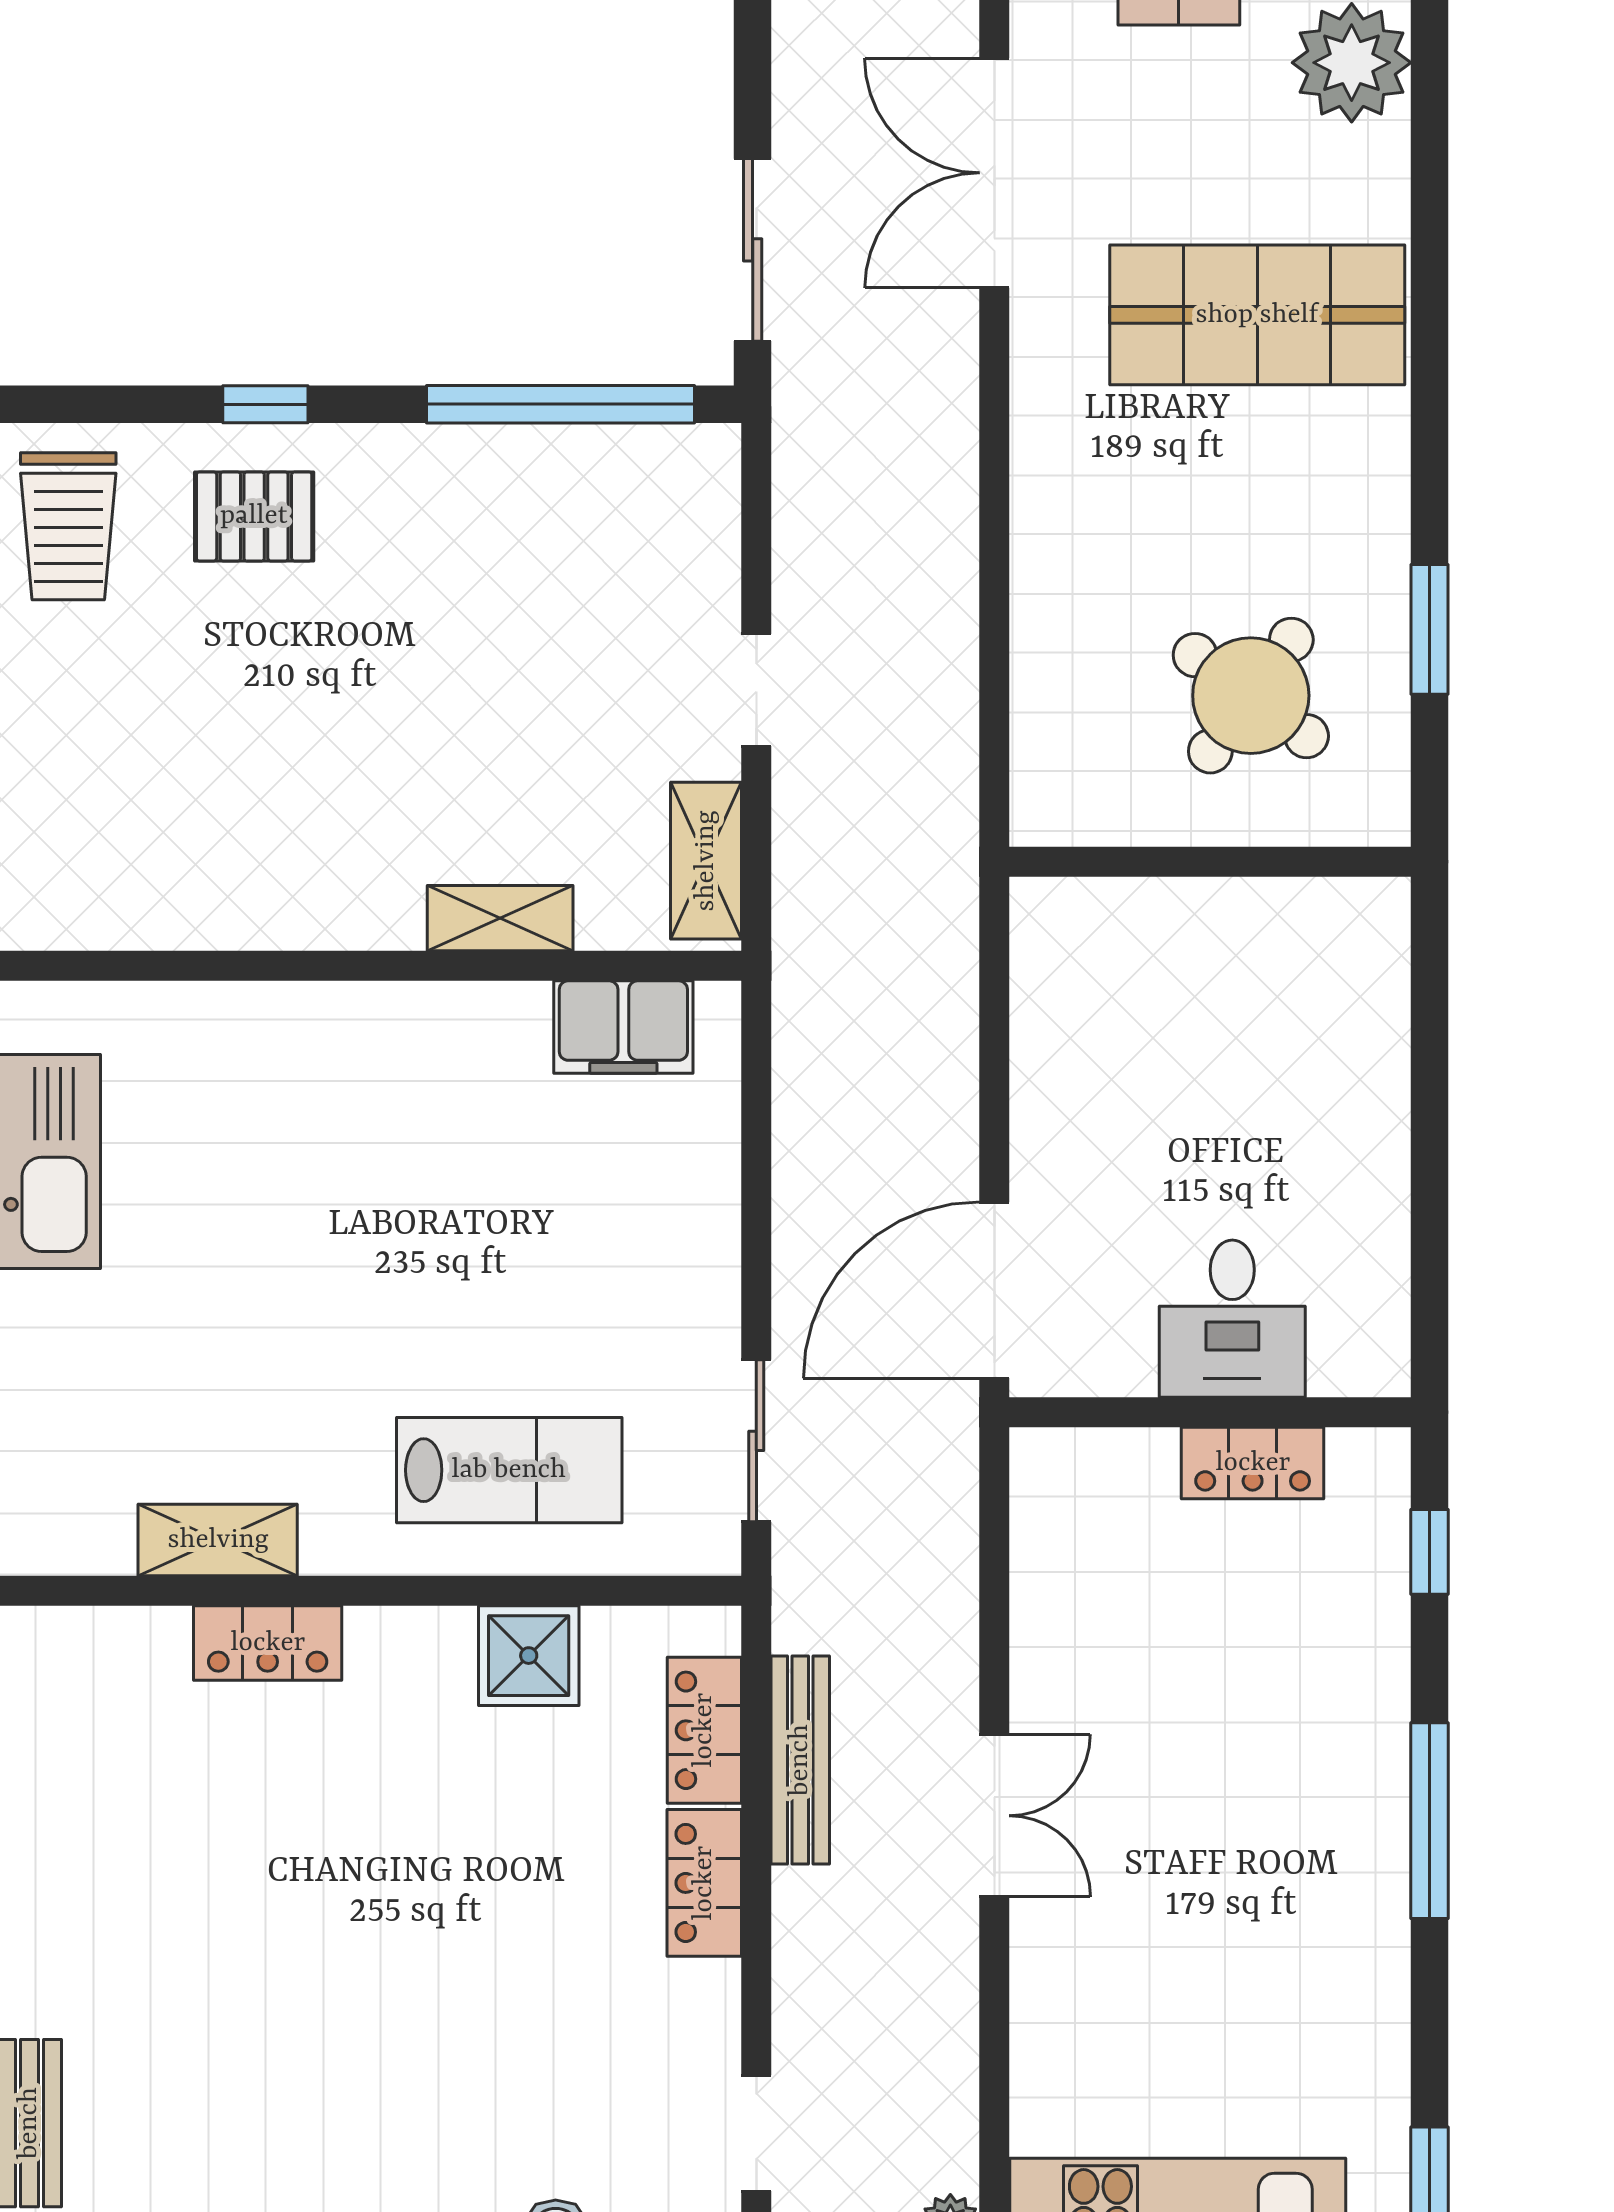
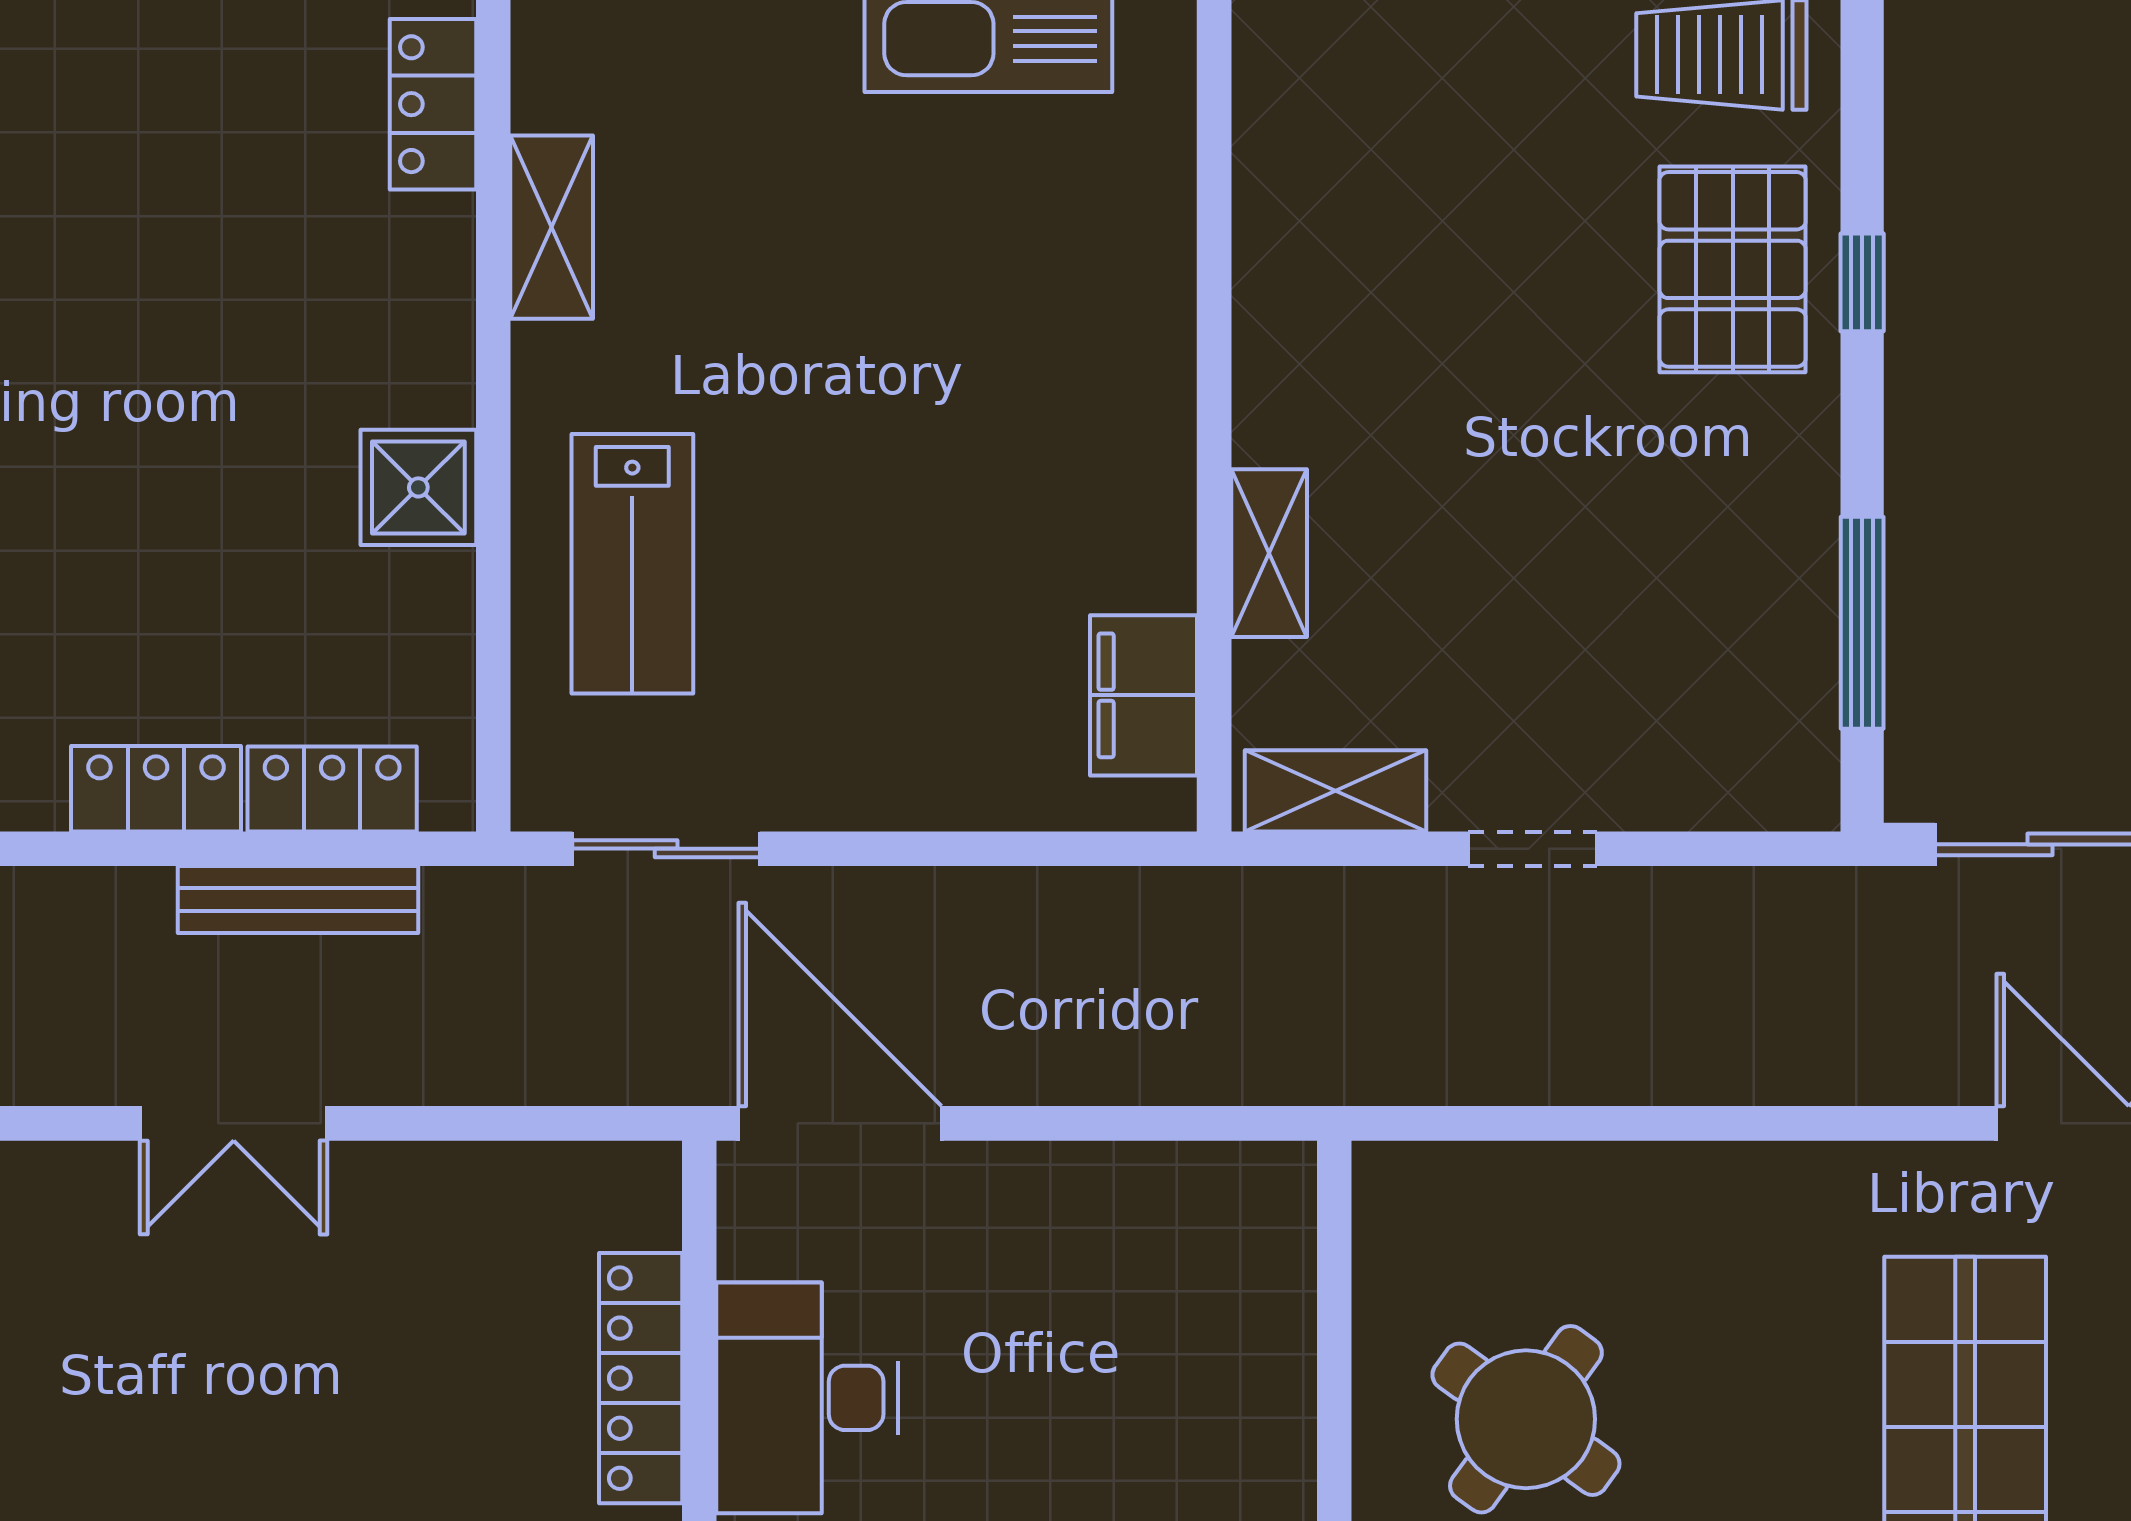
window: (561, 404) -> (1862, 623), width x0.68
pallet: (254, 516) -> (1733, 269), width x1.50, depth x1.42
desk: (1232, 1319) -> (807, 1398), width x1.37
locker: (1253, 1463) -> (641, 1378), width x1.53
locker: (268, 1643) -> (433, 104), moved
shower: (529, 1656) -> (418, 487), moved

